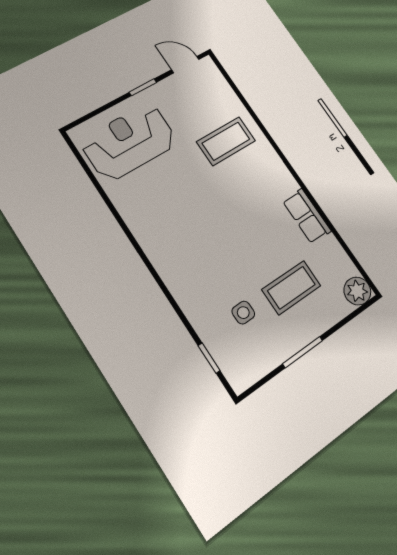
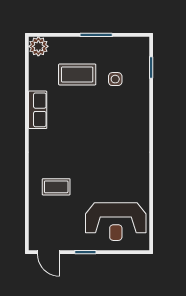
coffee table: (226, 141) -> (56, 187), width x0.73, depth x0.77

